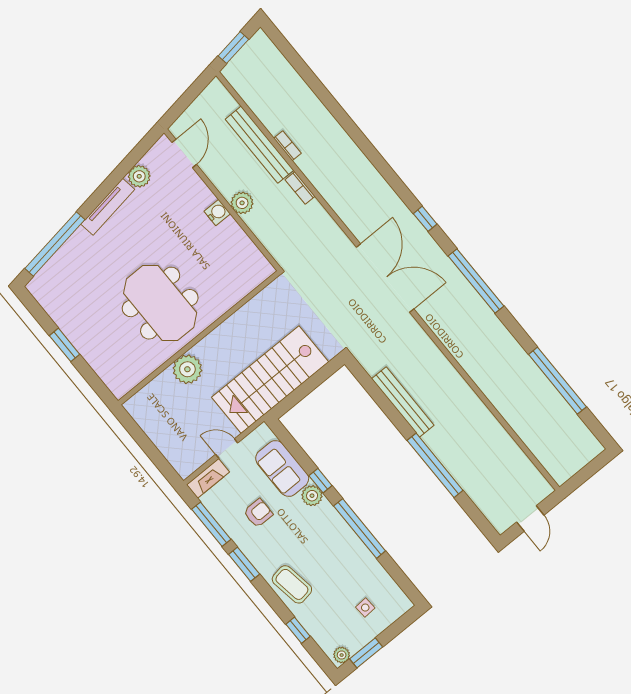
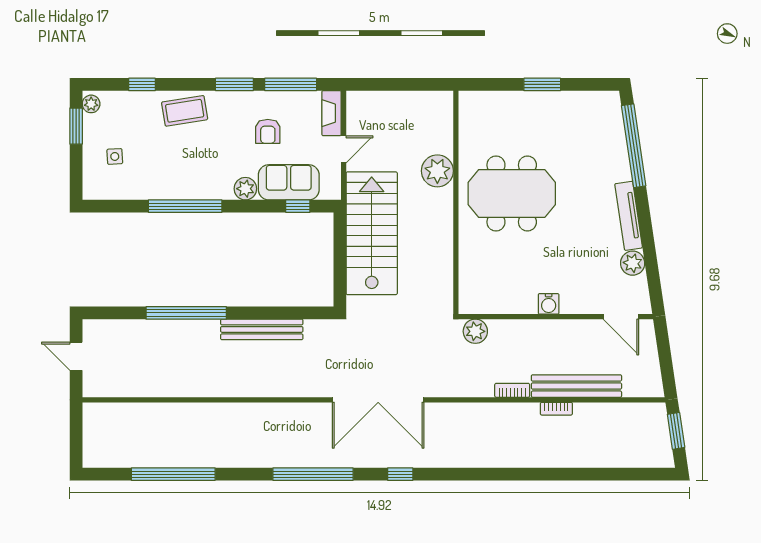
plant: (242, 203) -> (475, 331), moved
window: (320, 481) -> (298, 206), moved

